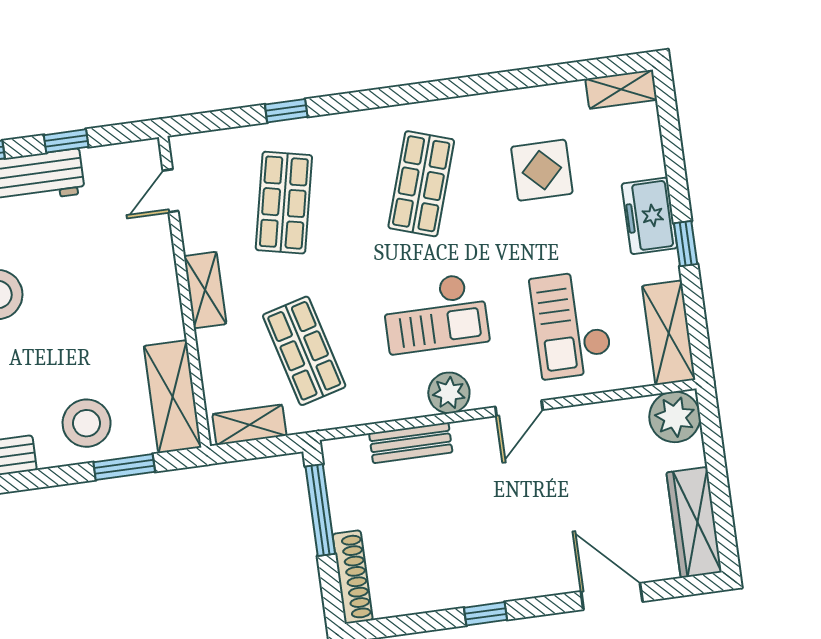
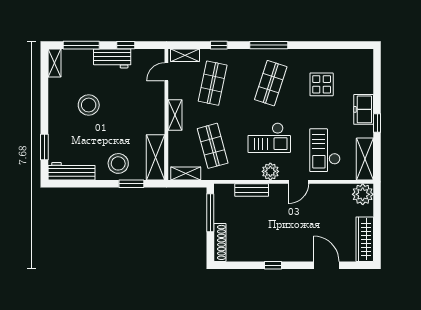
shelving: (621, 89) -> (185, 55), moved
window: (404, 95) -> (269, 45), added

